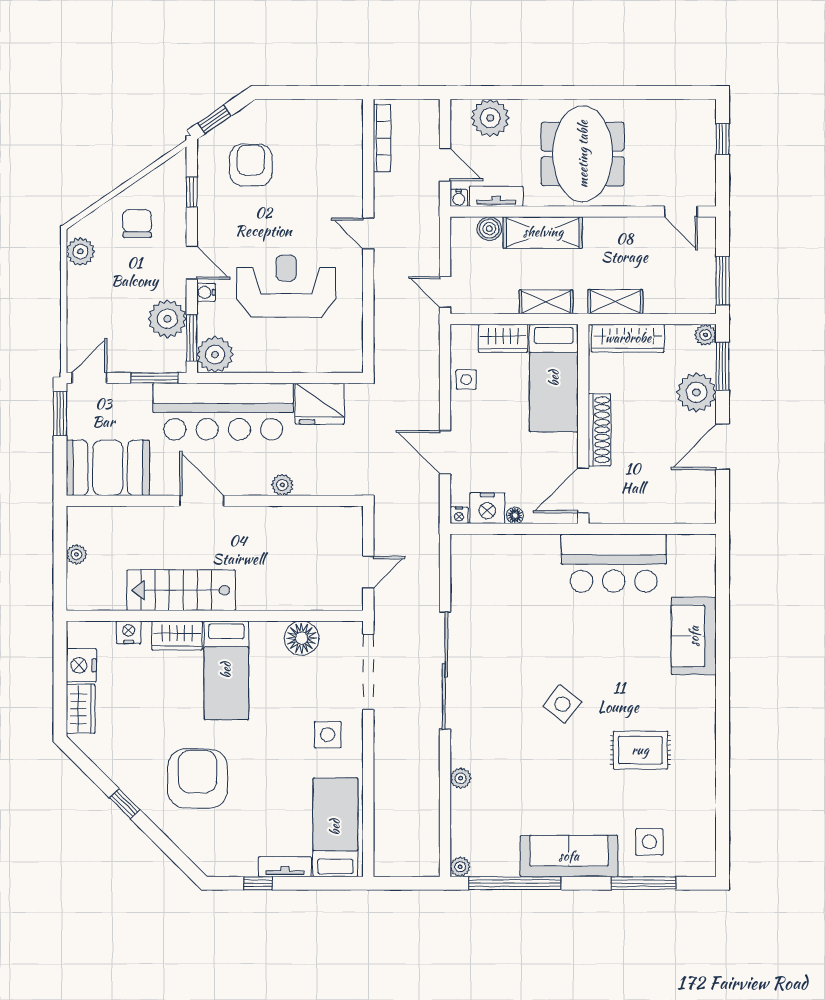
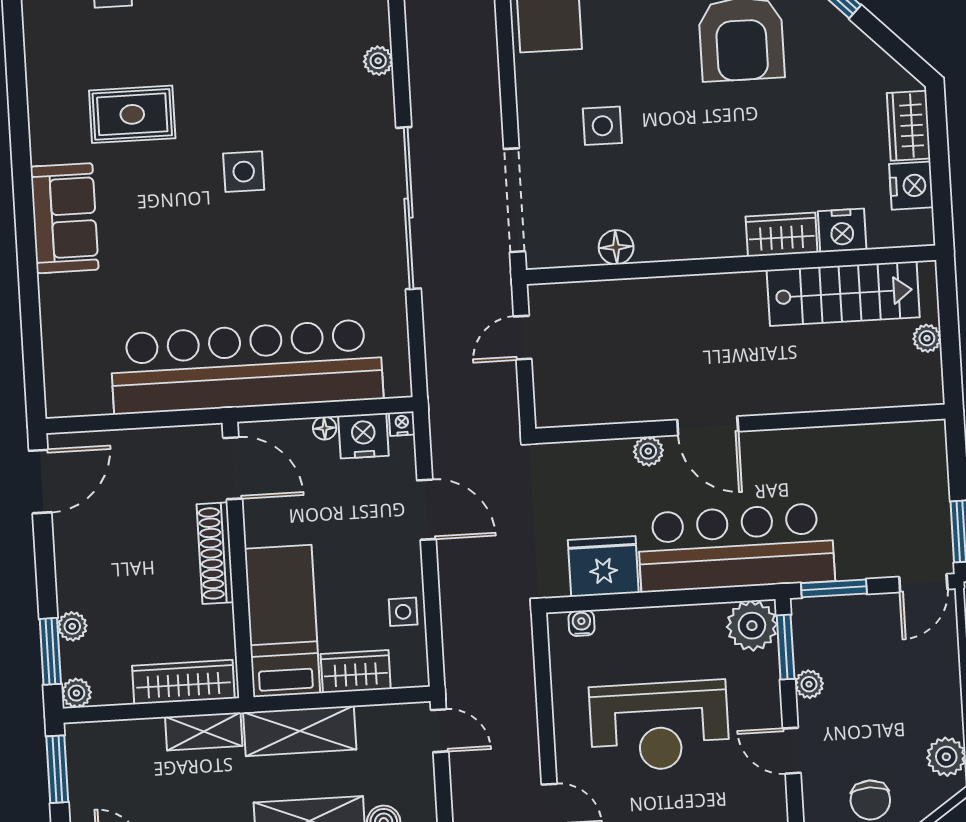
water cooler: (206, 292) -> (581, 623), moved, turned -90
shelving: (546, 302) -> (300, 731), width x1.50, depth x1.33
plant: (167, 319) -> (809, 684), width x0.53, depth x0.53
plant: (696, 392) -> (72, 626), width x0.53, depth x0.53
door: (723, 447) -> (40, 482), moved
booth: (108, 468) -> (891, 460), removed
door: (583, 490) -> (233, 468), hinge flipped
door: (202, 501) -> (708, 426), moved
bar counter: (614, 563) -> (247, 367), width x1.86
stairs: (181, 590) -> (843, 294), moved
nightstand: (129, 632) -> (842, 230), width x1.36, depth x1.33
sofa: (694, 636) -> (64, 218), moved
floor lamp: (302, 638) -> (616, 247), width x0.73, depth x0.73
bed: (226, 670) -> (710, 191), removed
side table: (562, 704) -> (244, 172), turned -38
side table: (328, 735) -> (602, 126), moved

